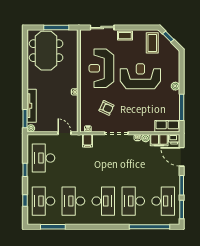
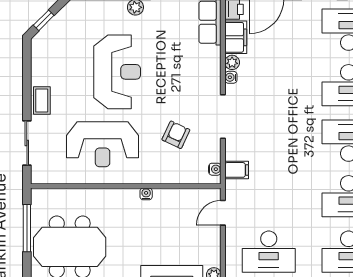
coffee table: (152, 43) -> (56, 50), removed
reception desk: (140, 76) -> (117, 72), turned 180

